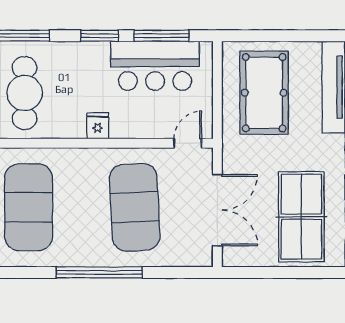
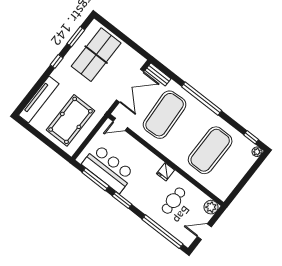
cafe table: (25, 93) -> (173, 201), width x0.73, depth x0.74
fridge: (98, 126) -> (166, 172), moved
double door: (217, 210) -> (130, 86), swing flipped
bench: (189, 258) -> (158, 74), added

